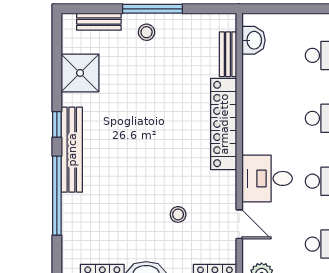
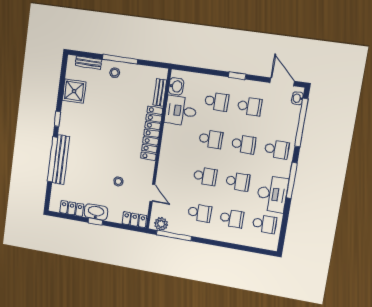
bench: (72, 150) -> (61, 160), moved
desk: (267, 178) -> (181, 111), moved

